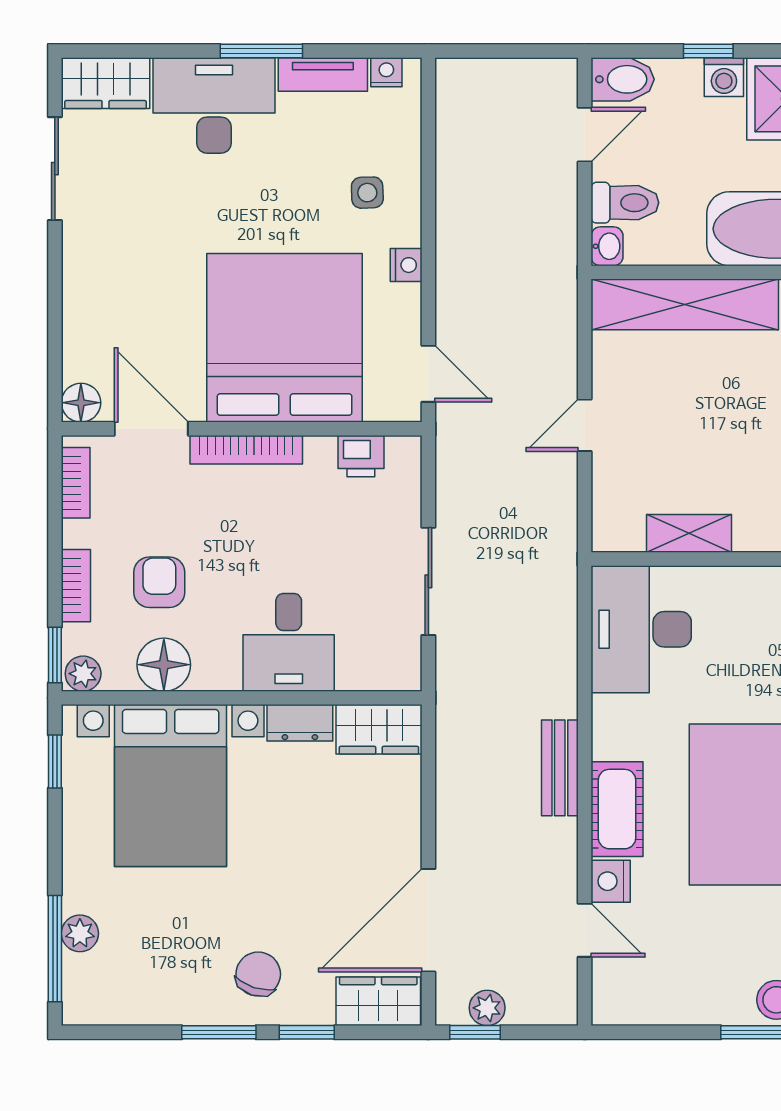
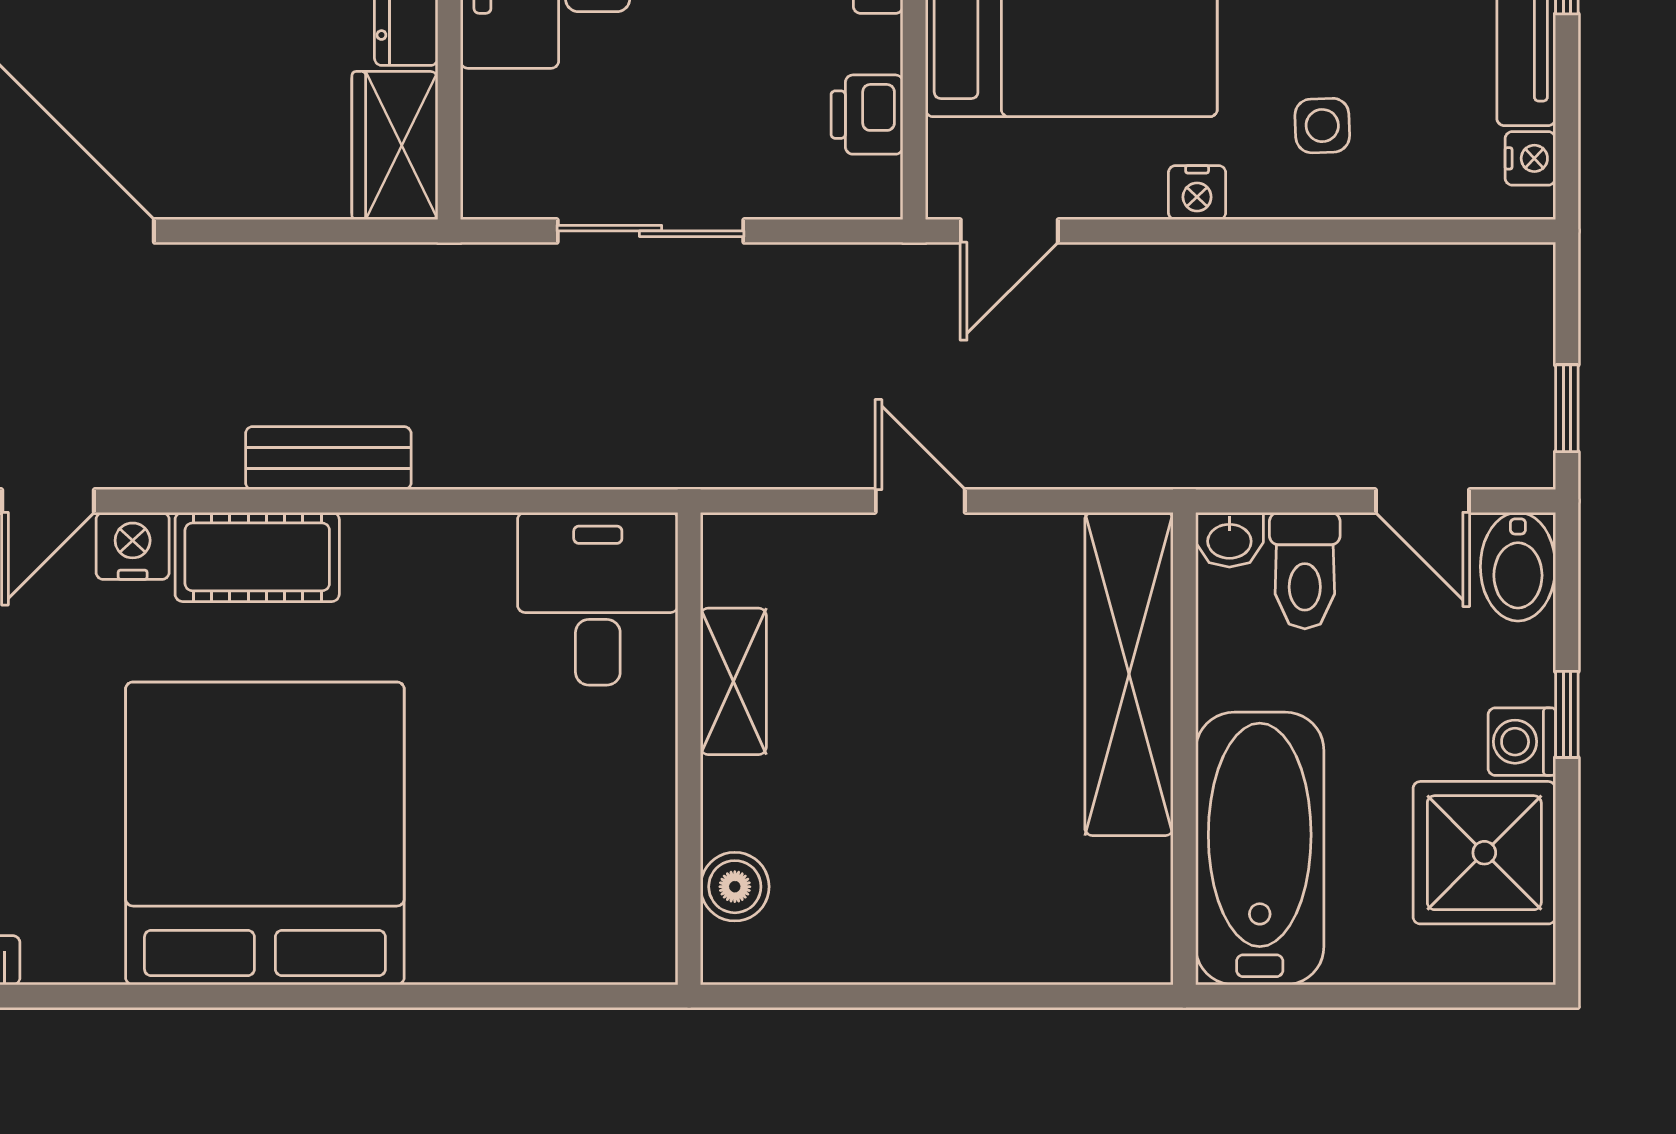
window: (531, 51) -> (1567, 408), added
desk: (641, 629) -> (598, 599), width x0.73

